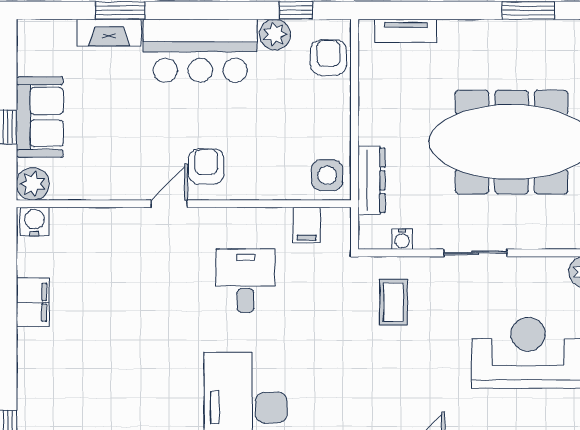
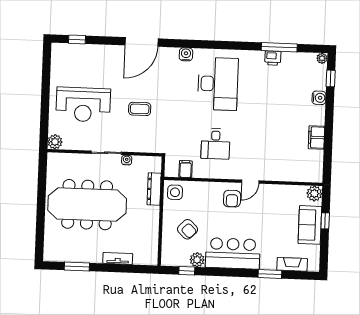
tv unit: (406, 31) -> (118, 258), moved
fireplace: (109, 33) -> (292, 264), moved
armchair: (328, 58) -> (187, 229), moved, turned -46
water cooler: (34, 222) -> (319, 98), moved, turned -90
water cooler: (402, 239) -> (127, 160), moved
coffee table: (394, 302) -> (140, 109), moved, turned 90

